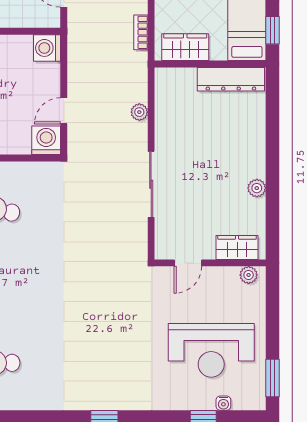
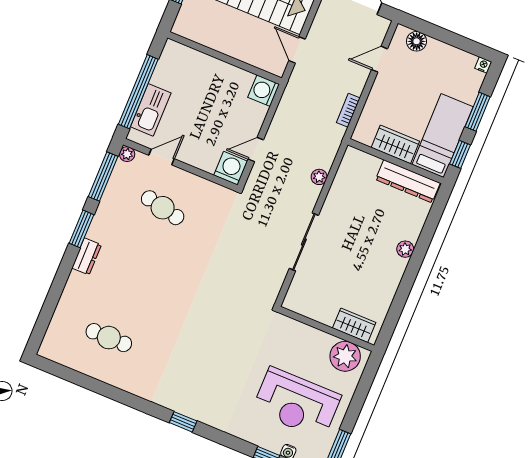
wardrobe: (185, 47) -> (395, 144), moved
plant: (257, 188) -> (405, 249), moved
door: (188, 263) -> (307, 321), removed
plant: (249, 275) -> (345, 356), width x1.88, depth x1.88

